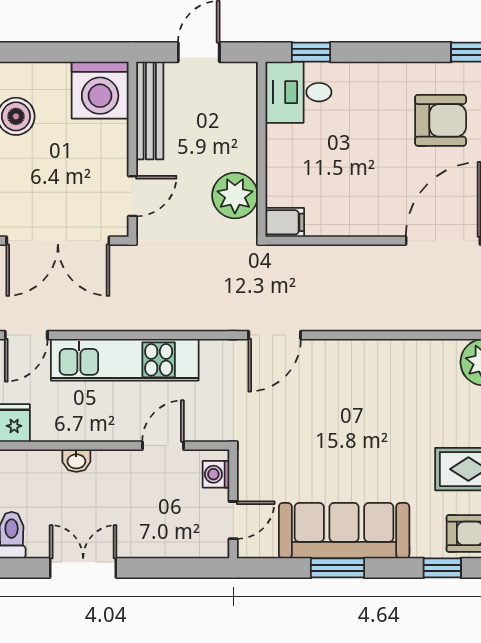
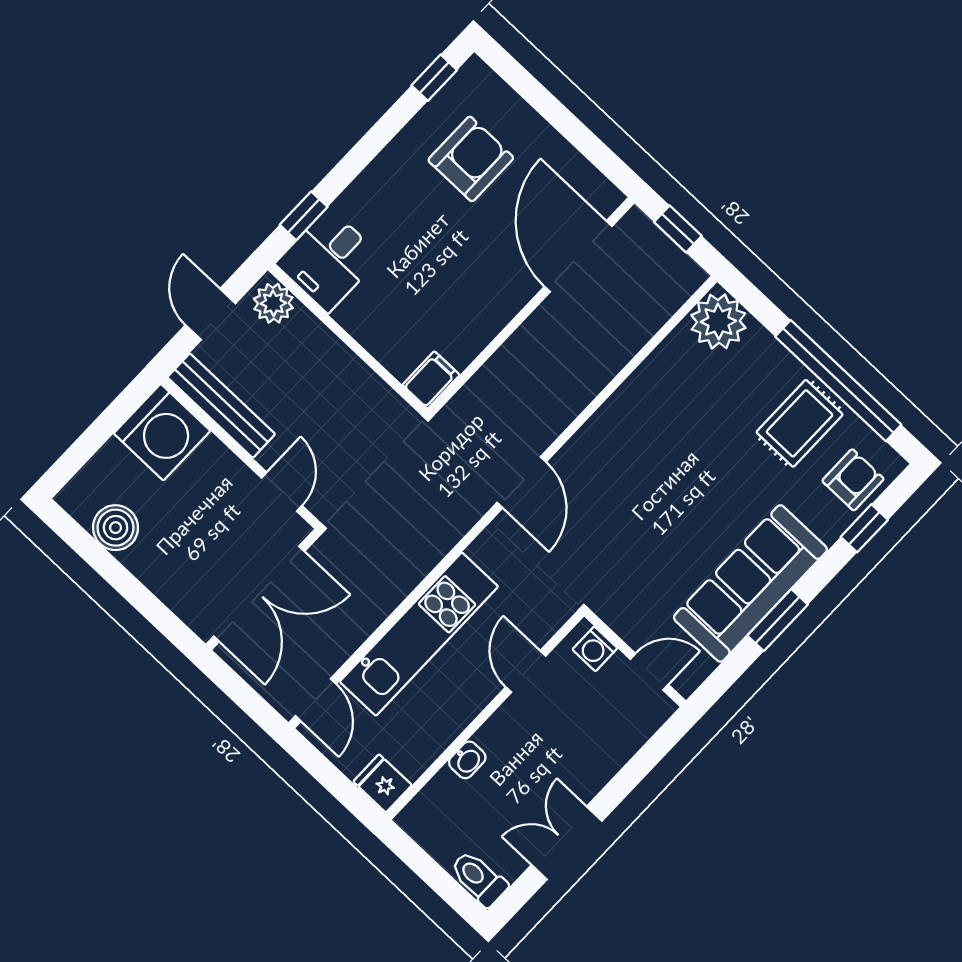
plant: (235, 196) -> (273, 303), moved, width x0.73, depth x0.73
door: (233, 520) -> (649, 672), hinge flipped

